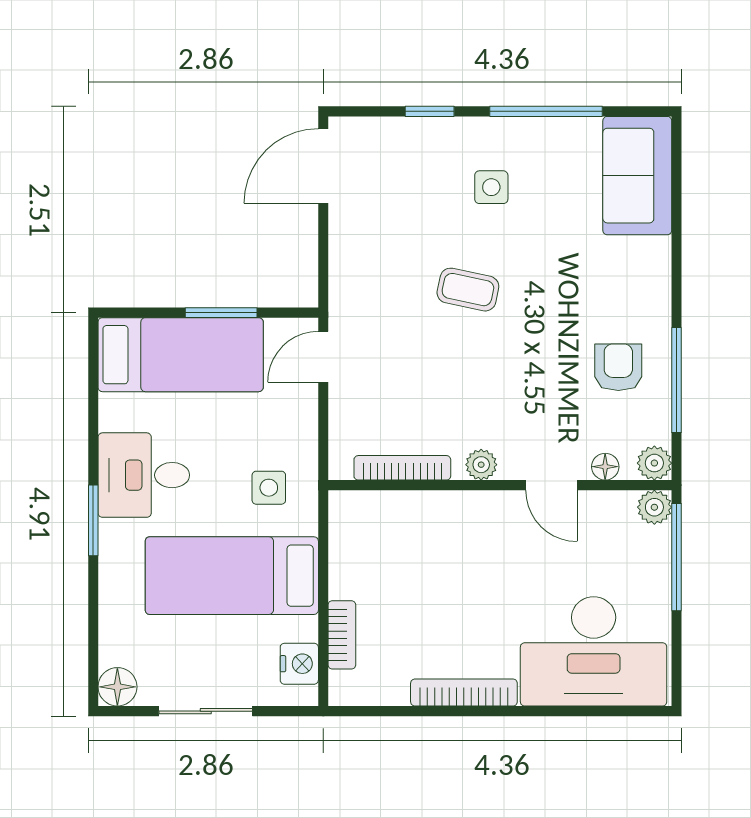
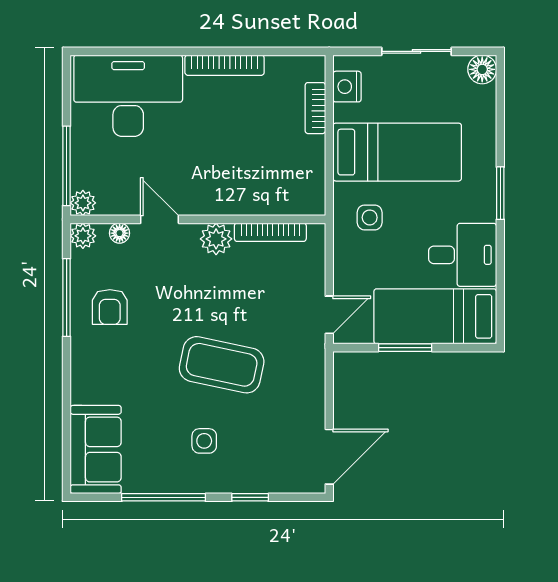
coffee table: (468, 290) -> (222, 365), width x1.86, depth x1.72
plant: (481, 465) -> (216, 239), width x1.38, depth x1.38
desk: (144, 475) -> (463, 255), moved

